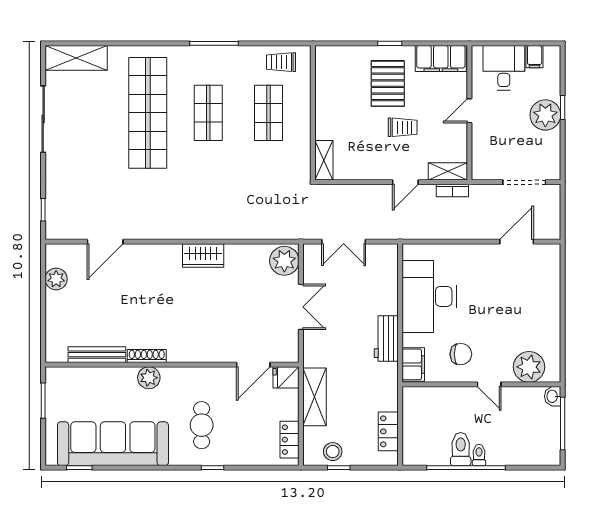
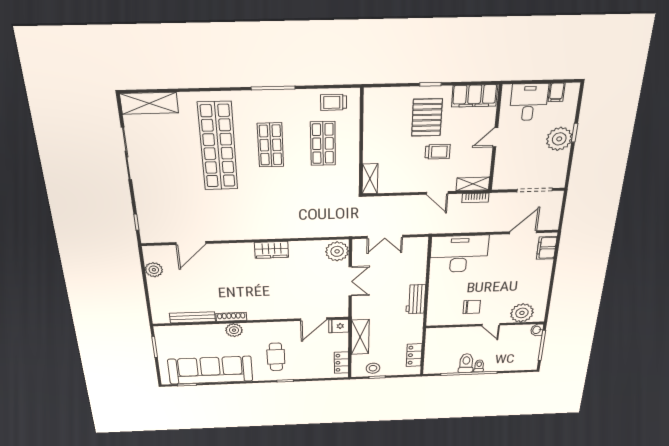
door: (405, 182) -> (437, 193), hinge flipped
desk: (429, 296) -> (459, 254), moved, turned 90
filing cabinet: (413, 364) -> (547, 248), moved, turned 180

